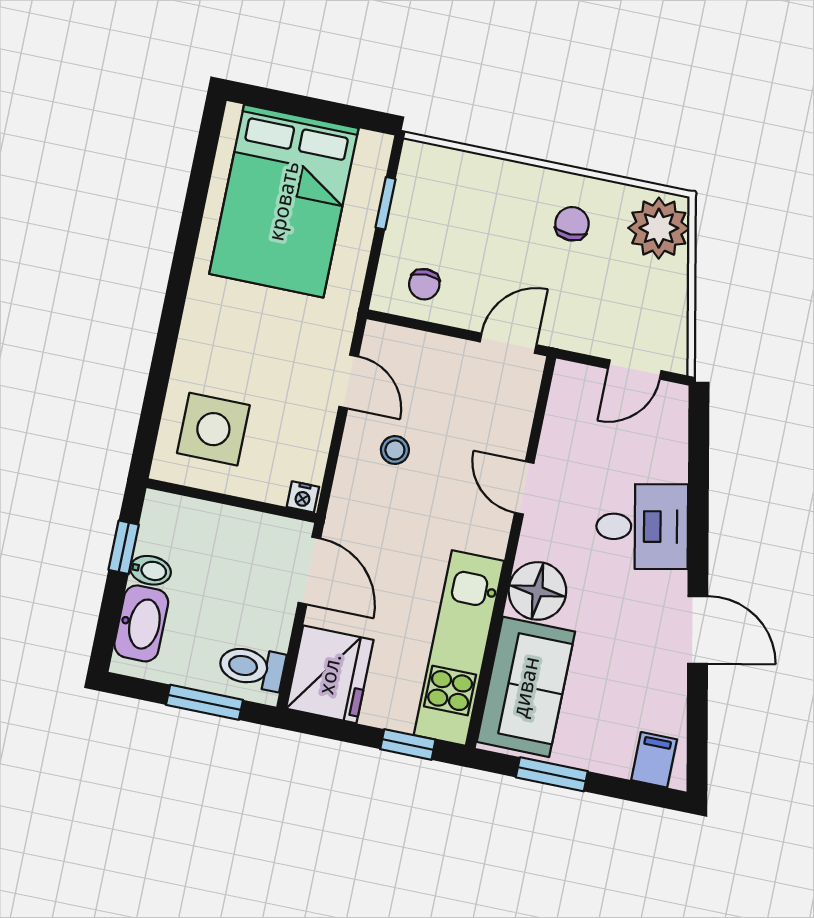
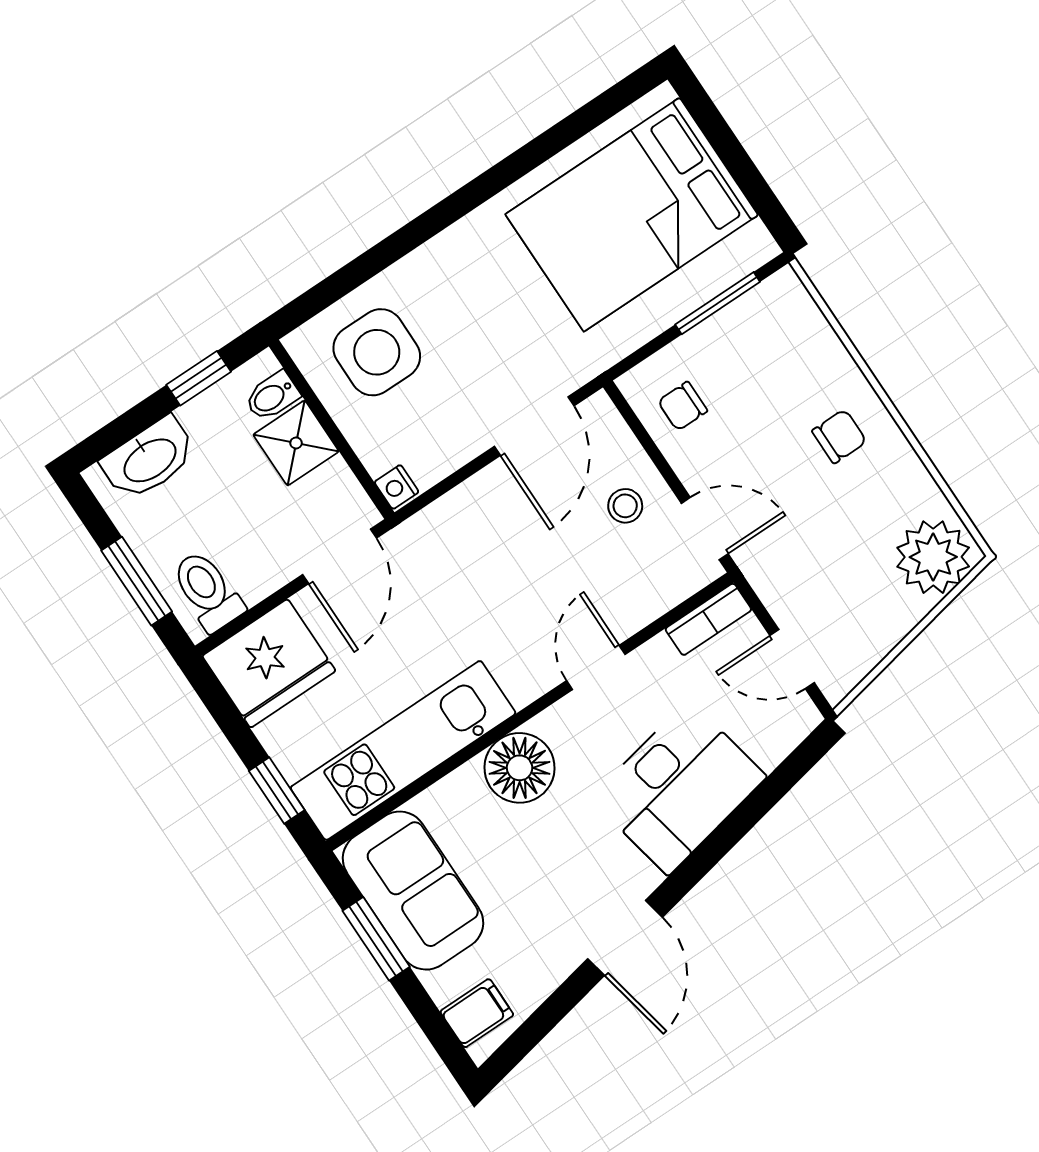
window: (385, 203) -> (718, 303), width x1.50
chair: (572, 224) -> (839, 436), moved
door: (349, 382) -> (534, 426), width x1.37
bookcase: (563, 395) -> (708, 619), added
stool: (395, 450) -> (625, 506), moved
desk: (642, 526) -> (679, 788), width x1.37
shower: (218, 529) -> (296, 443), added
bidet: (151, 570) -> (272, 396), moved, turned 90
sofa: (526, 687) -> (413, 891), moved, turned -90

